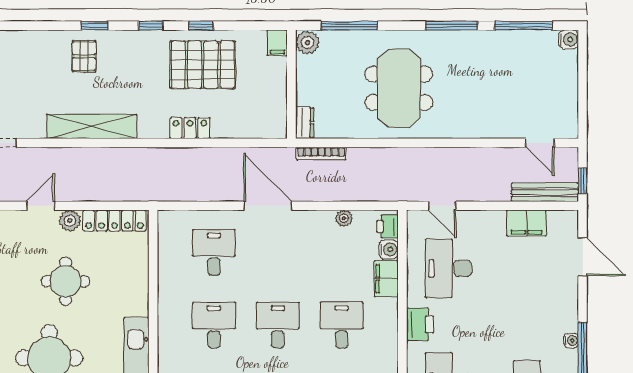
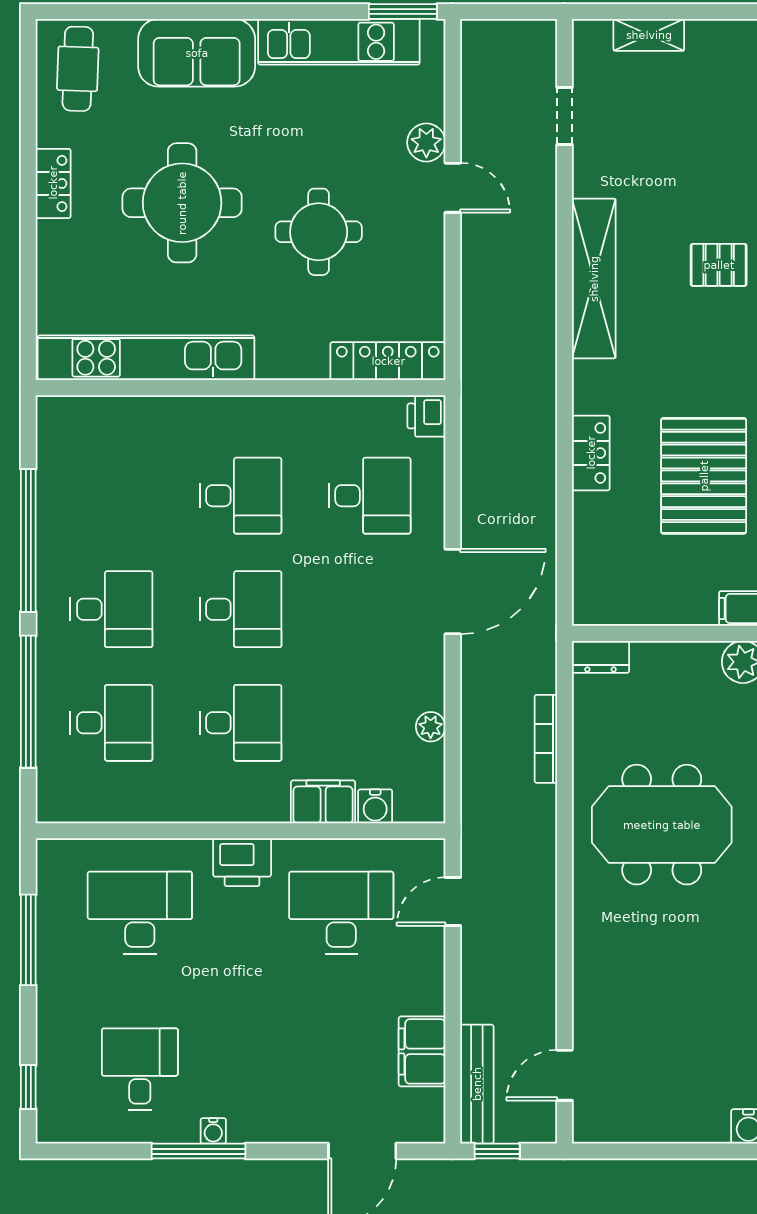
bookcase: (321, 153) -> (546, 739), moved
plant: (70, 221) -> (426, 142), moved
locker: (114, 221) -> (388, 361), moved, turned 90
printer: (388, 226) -> (426, 416), moved, turned -90

